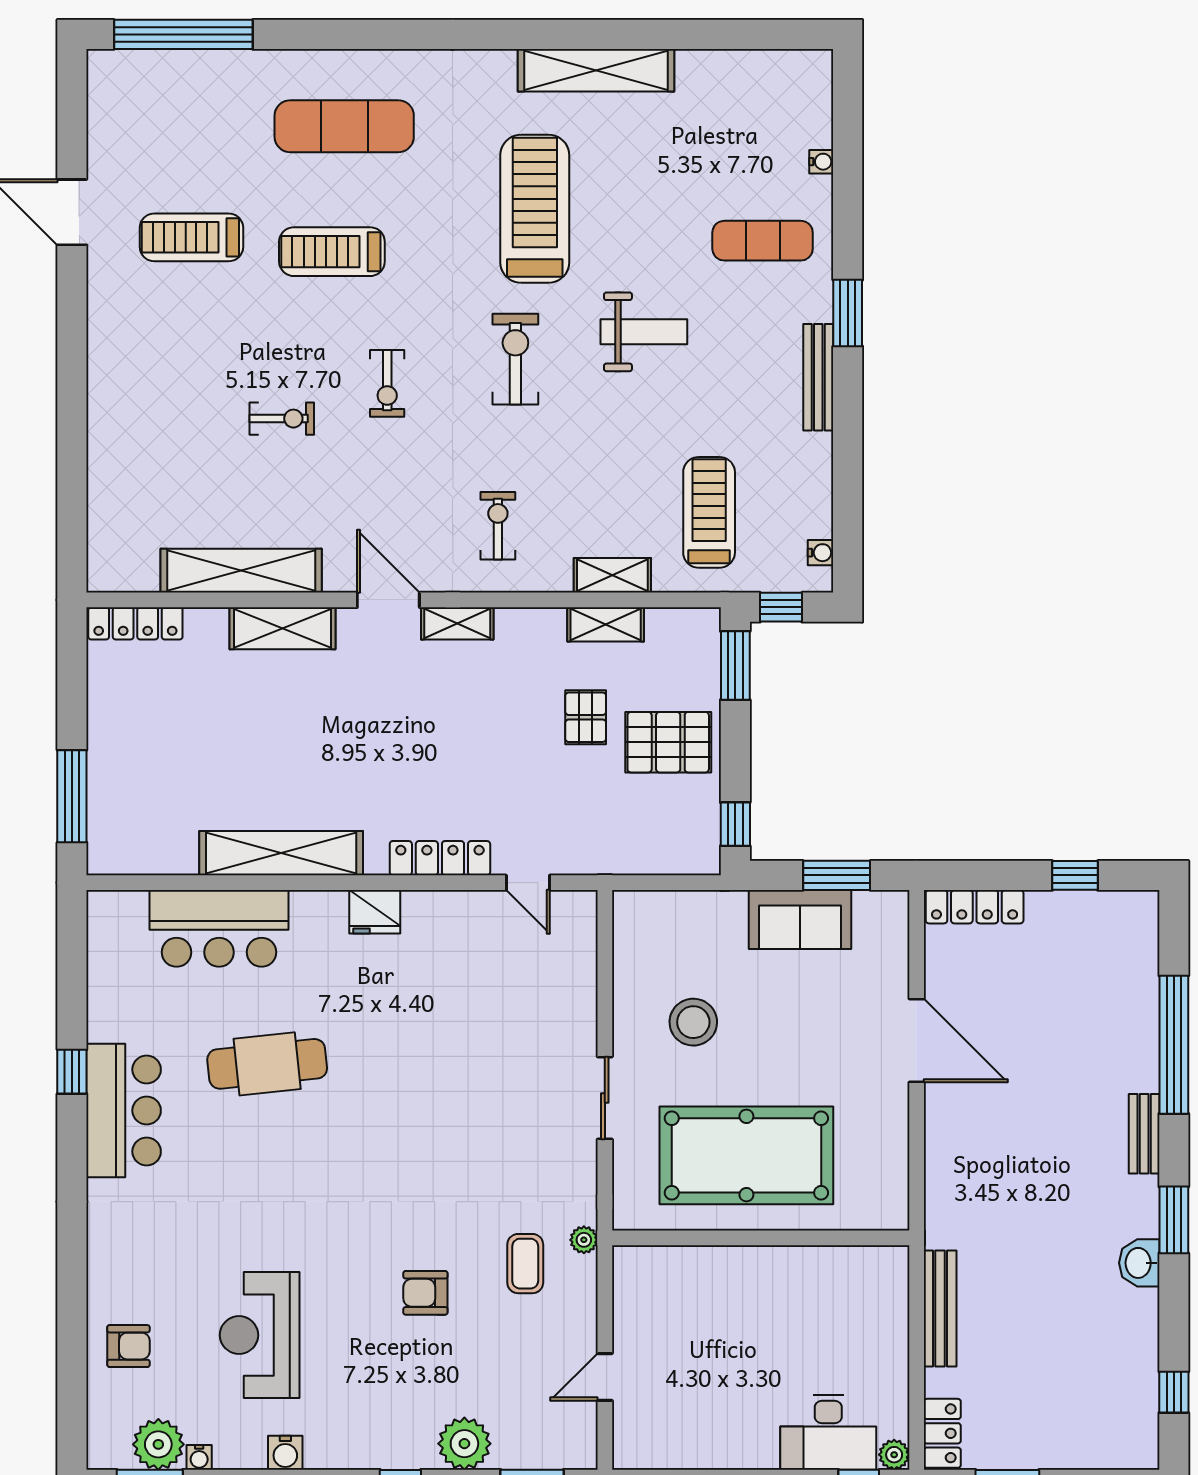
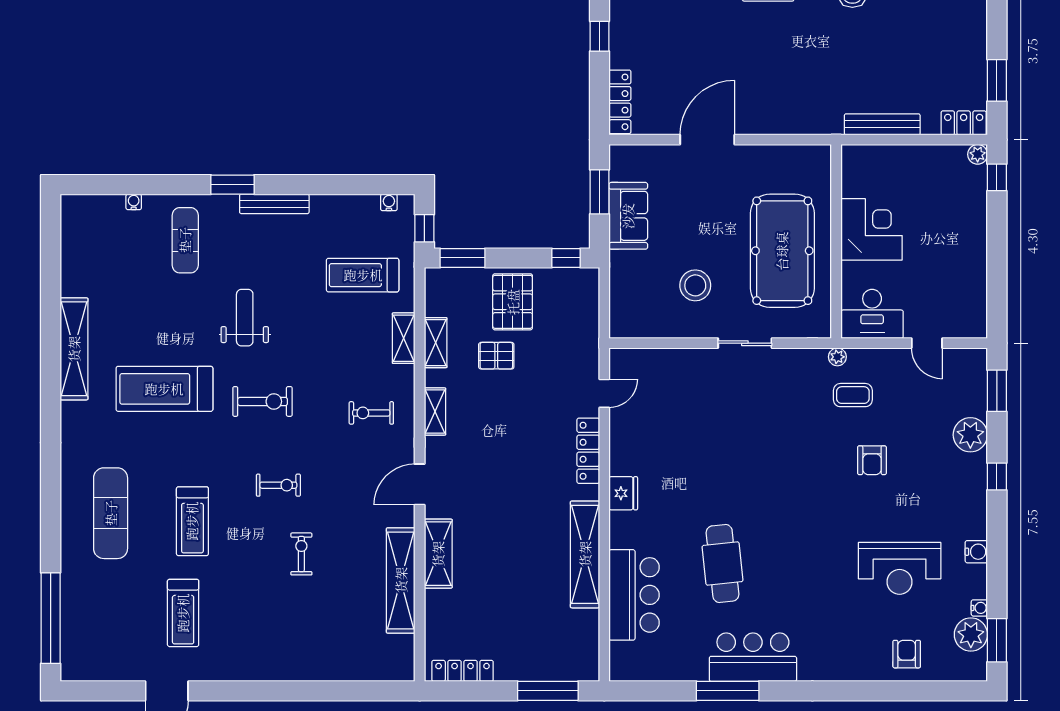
exercise bike: (515, 359) -> (263, 401), turned 180
locker: (135, 623) -> (463, 671), moved, turned -90
shelving: (457, 623) -> (435, 412), moved
window: (72, 1072) -> (728, 691), width x2.17
corner desk: (779, 1292) -> (871, 229), added
desk: (828, 1432) -> (872, 314), moved, turned 90

